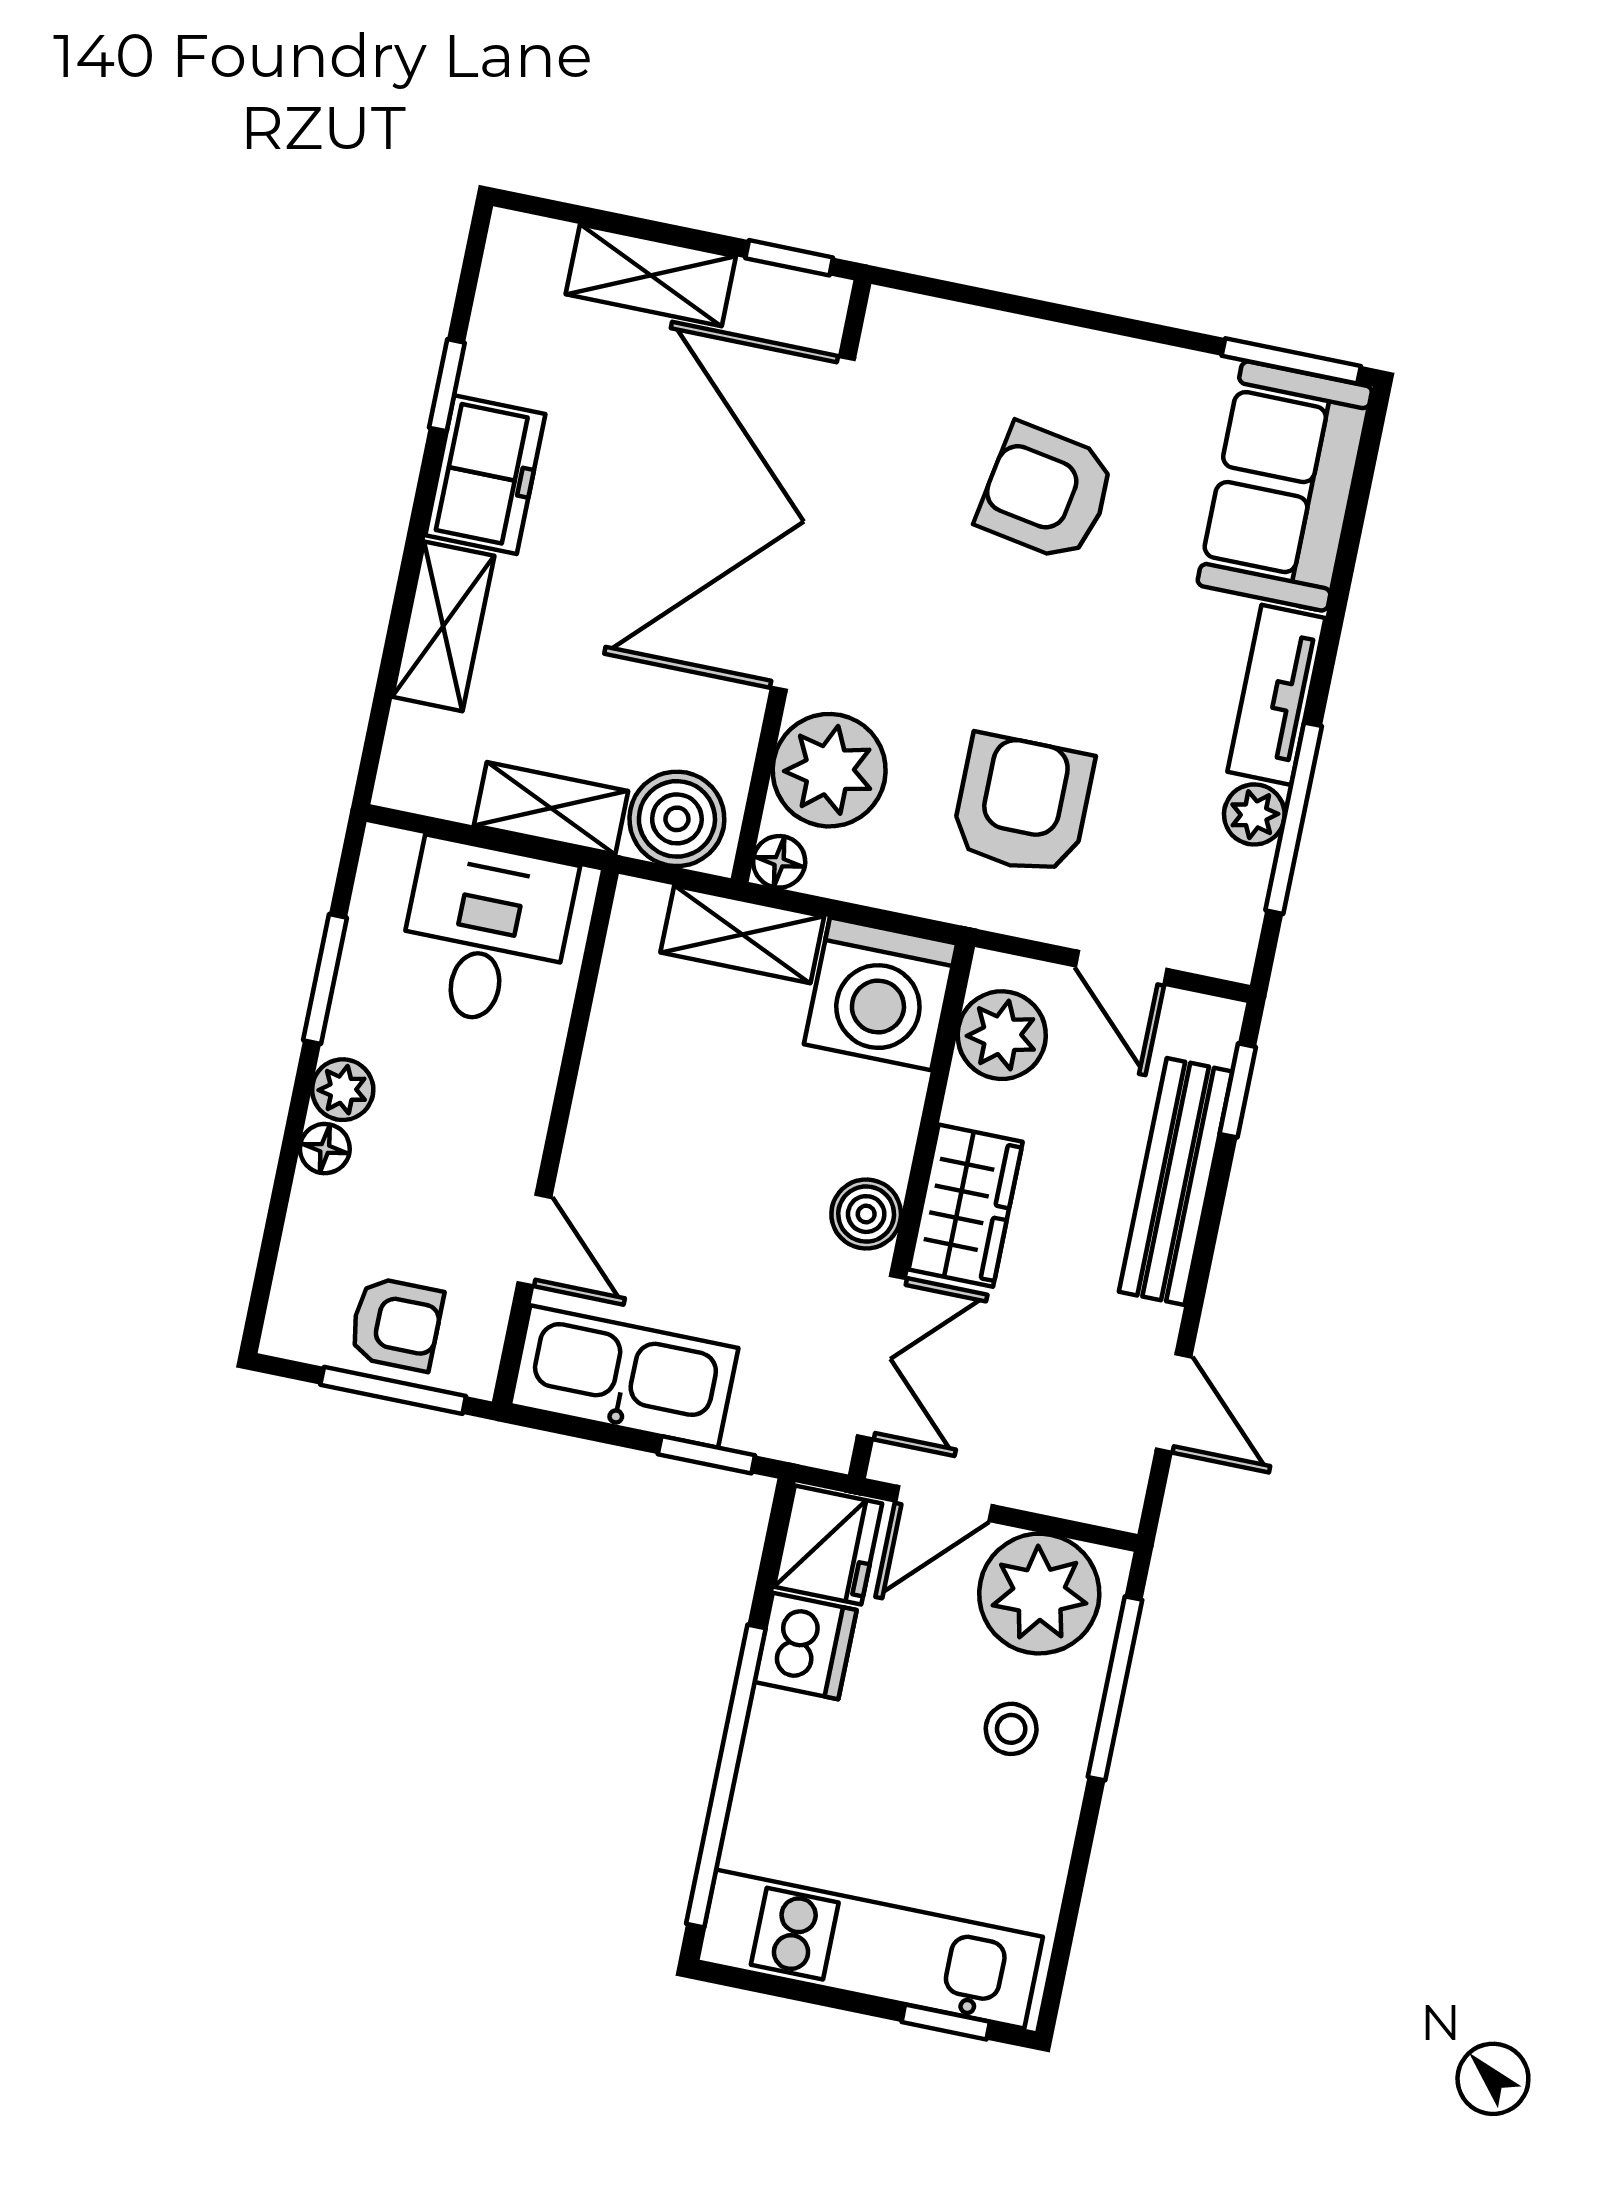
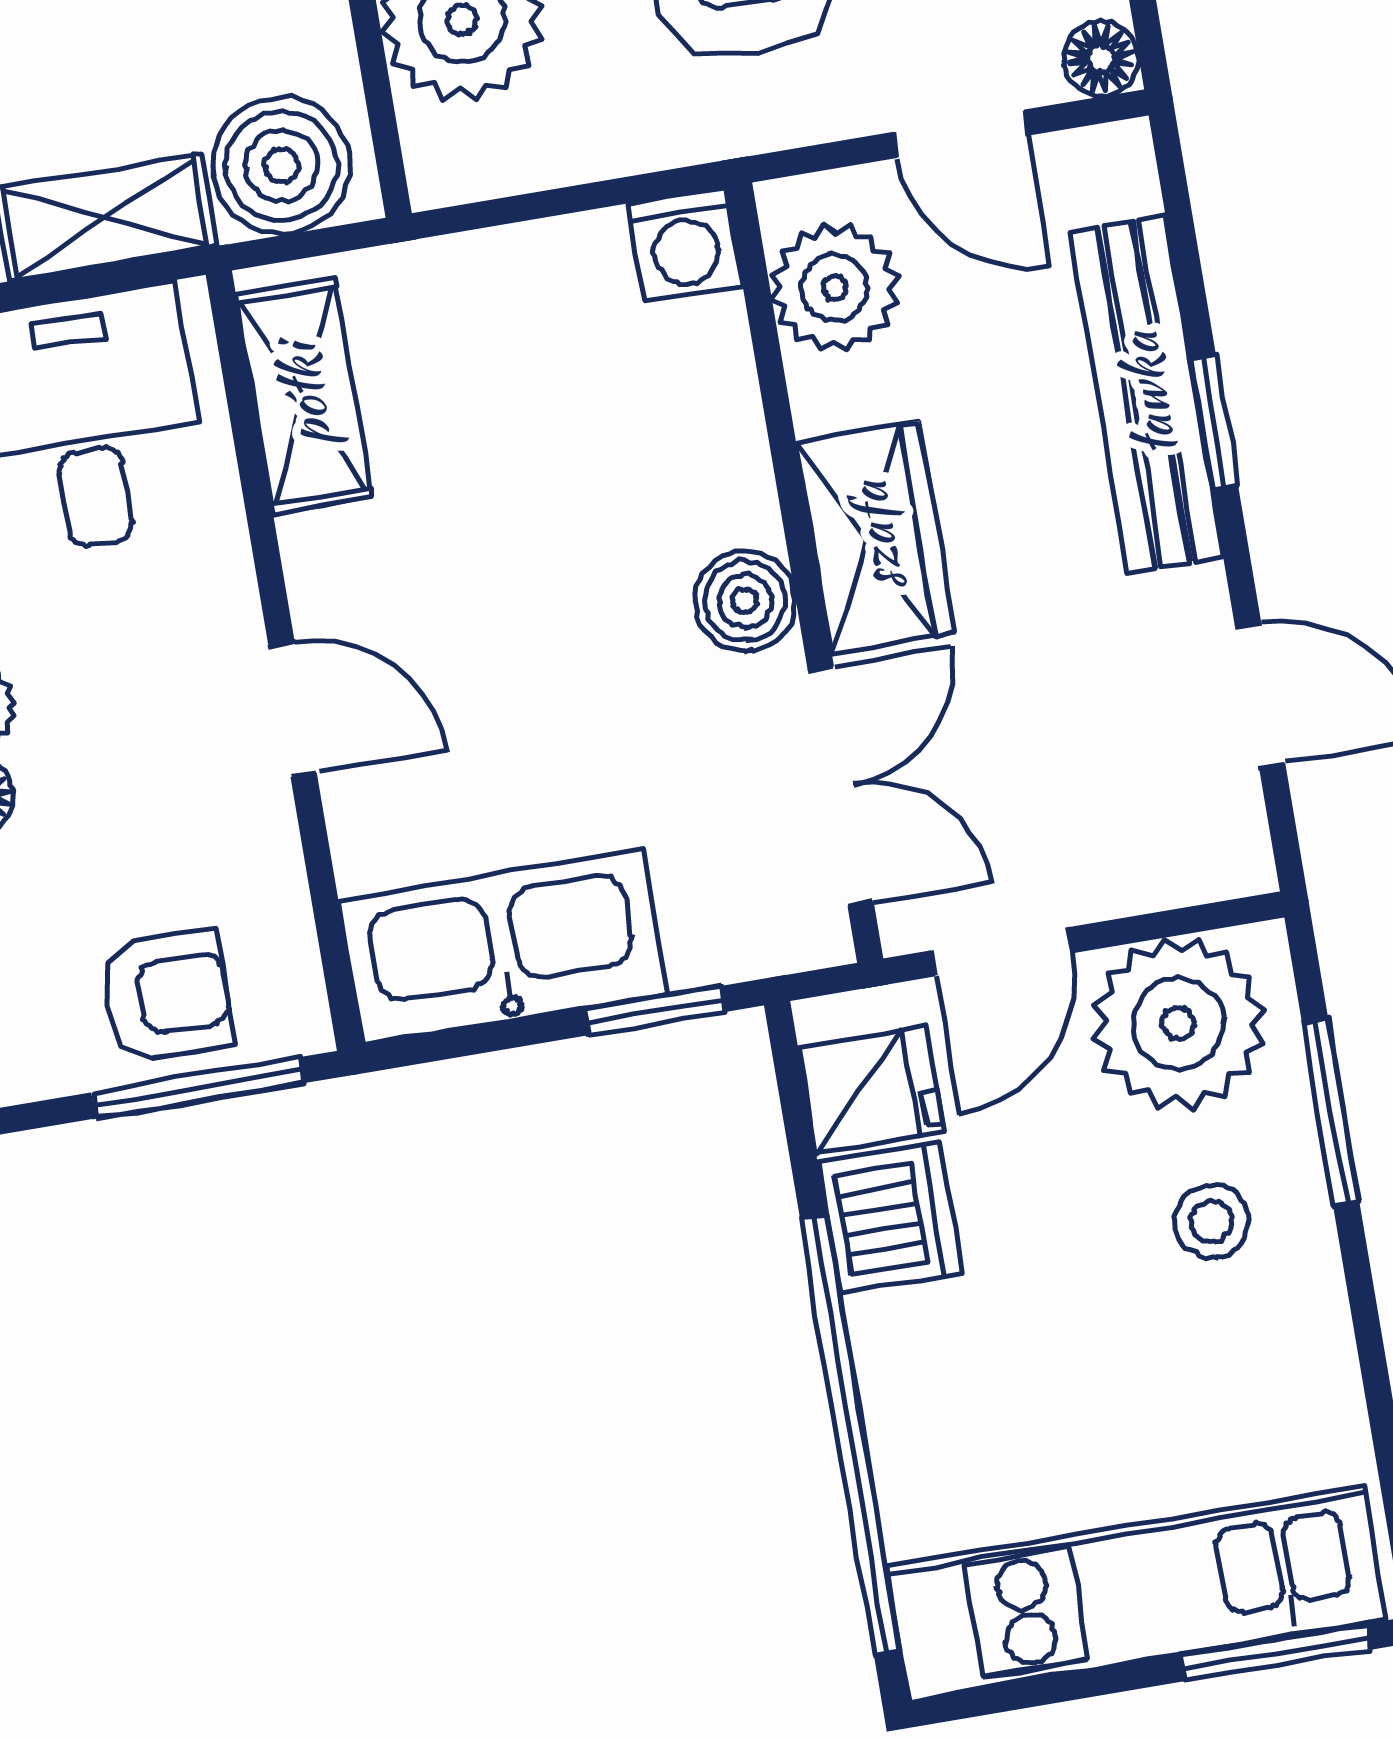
floor lamp: (779, 862) -> (1101, 59), moved
shelving: (742, 934) -> (304, 396), moved, turned 90
washing machine: (881, 994) -> (685, 244), width x0.53, depth x0.53
window: (1238, 1090) -> (1214, 422), moved
door: (534, 1240) -> (293, 710), moved
fridge: (828, 1545) -> (871, 1089), width x0.72
window: (1115, 1688) -> (1331, 1112), width x0.69
window: (946, 2022) -> (1277, 1652), width x1.50

